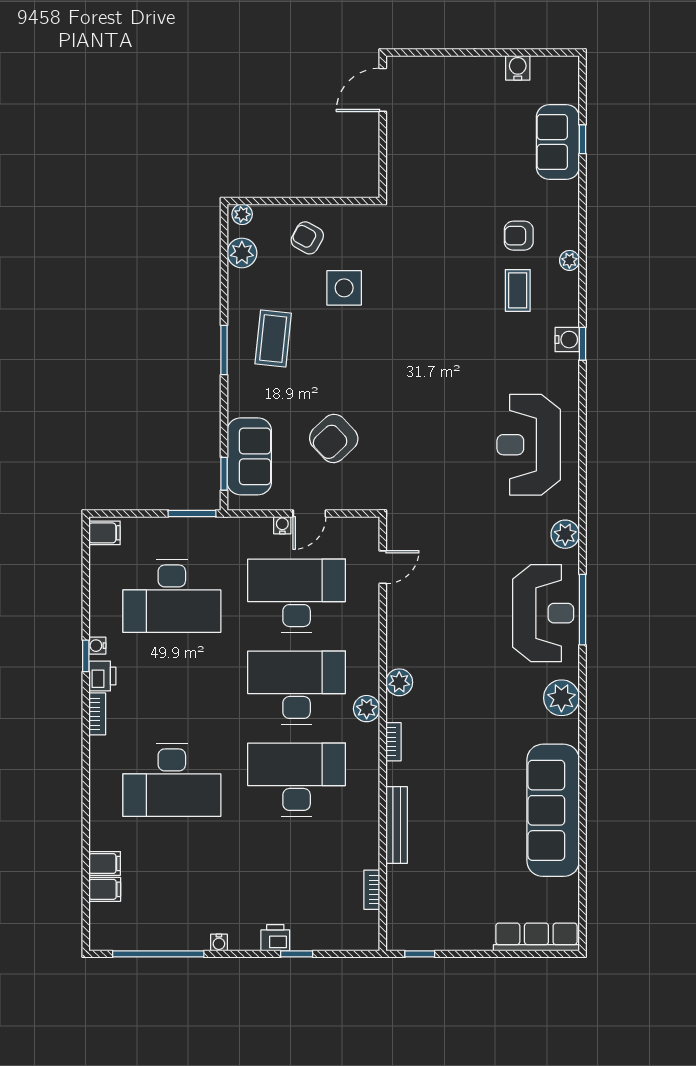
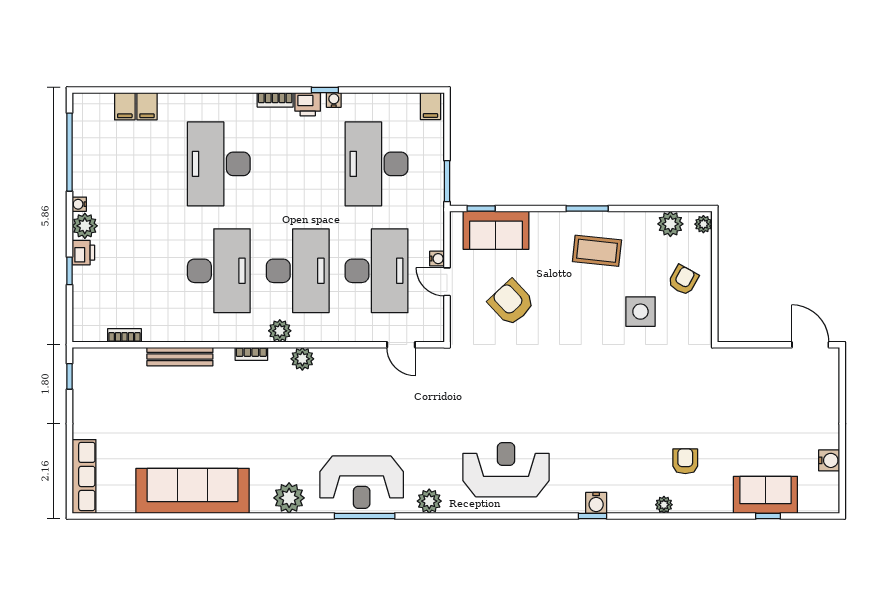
coffee table: (518, 290) -> (638, 460), removed
plant: (244, 936) -> (85, 226), added

